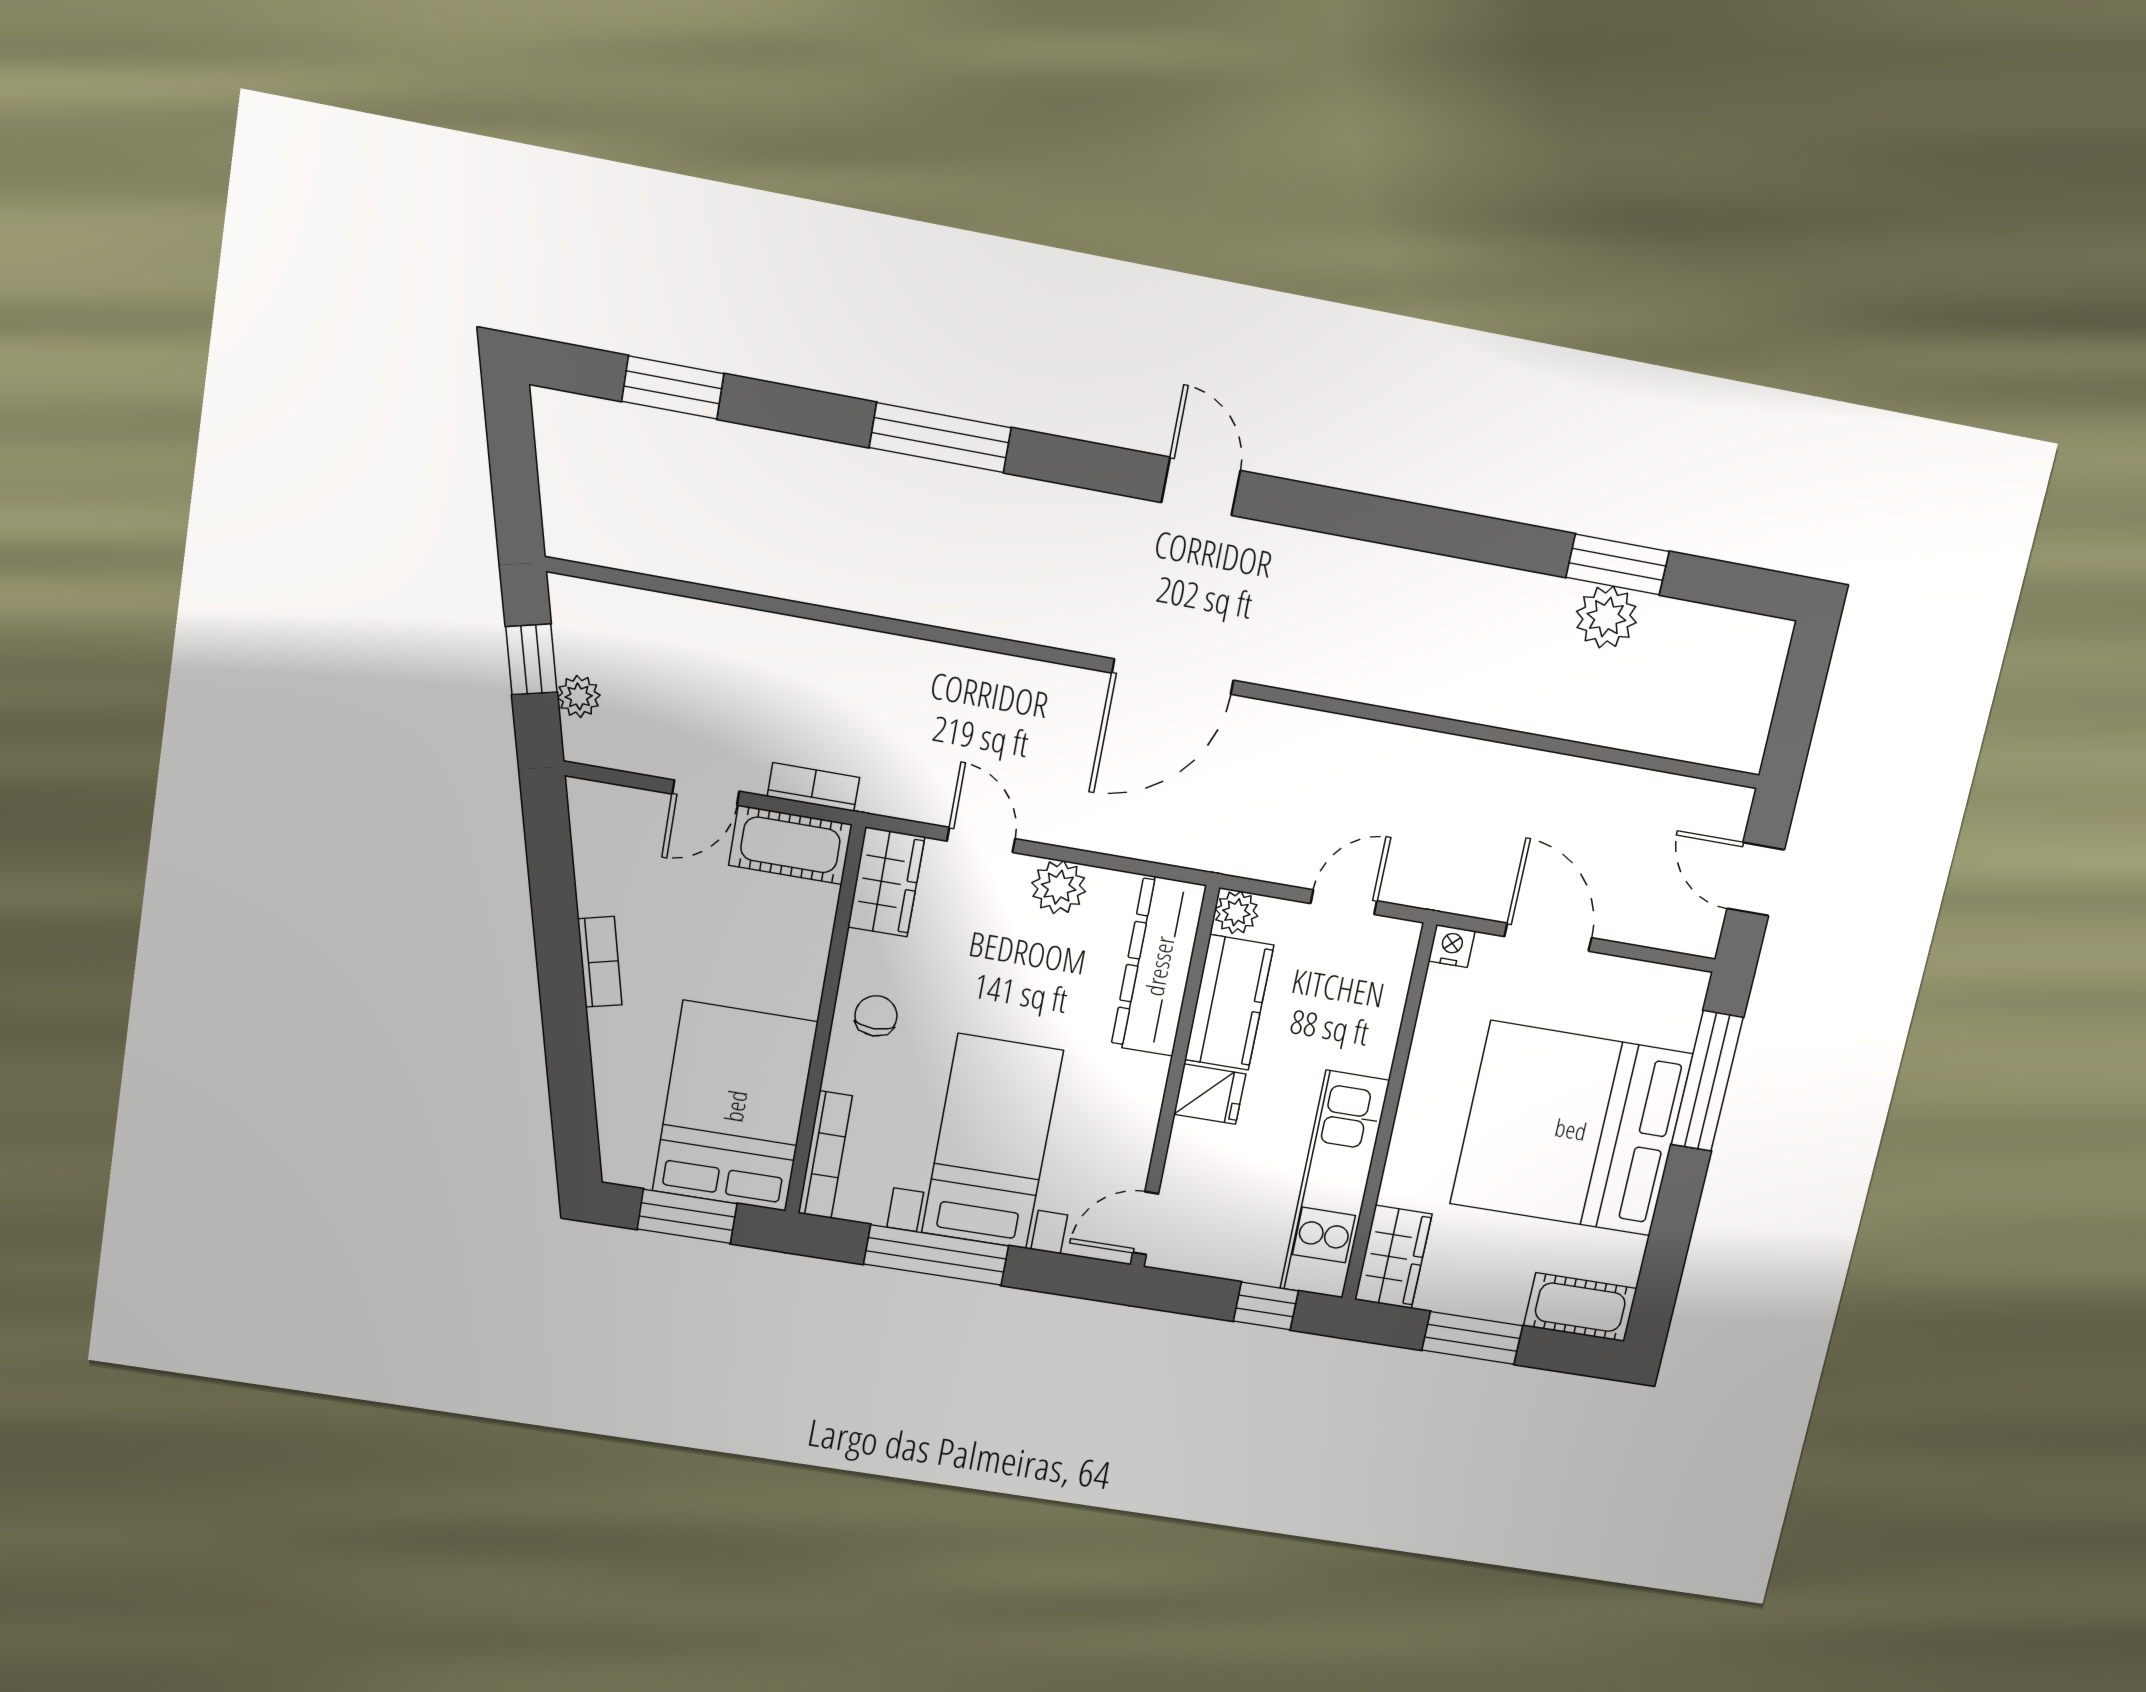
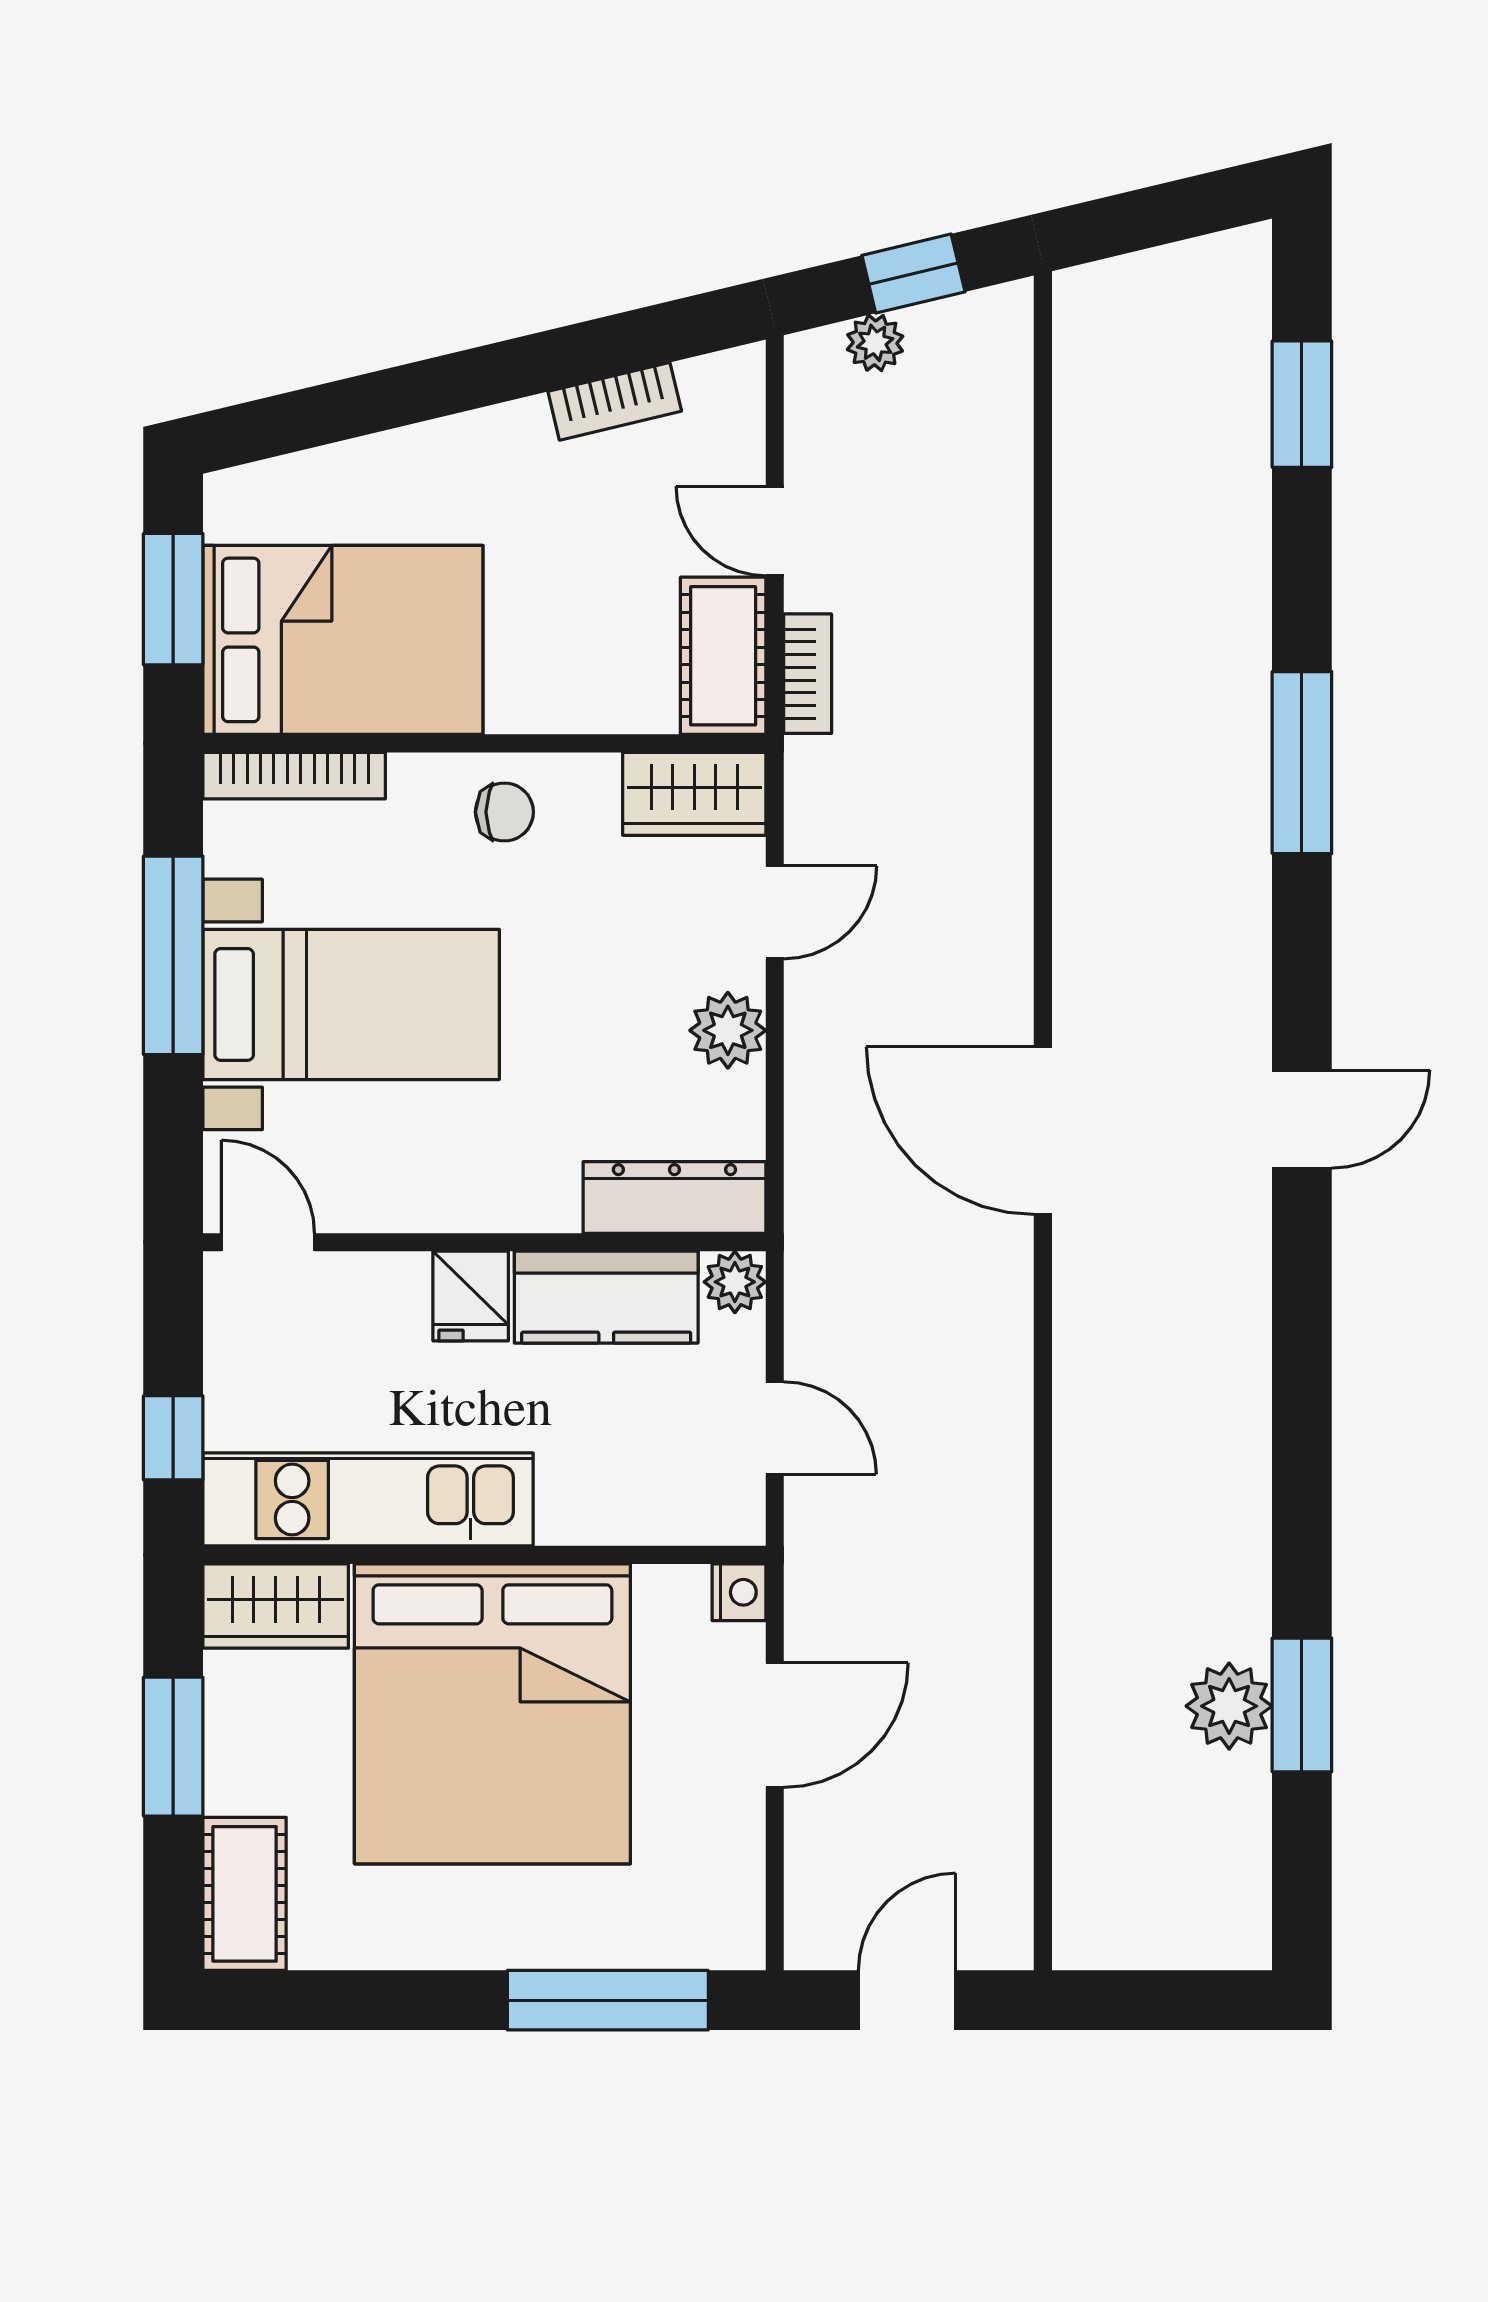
bookcase: (600, 962) -> (615, 401), moved
dresser: (1159, 966) -> (674, 1198), width x0.73, depth x0.80
bed: (1571, 1129) -> (492, 1714), moved, turned 180

